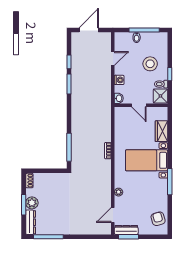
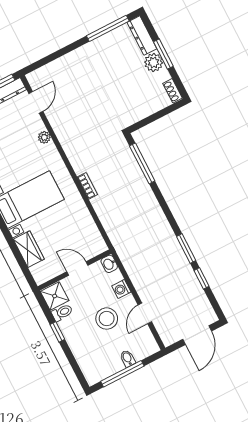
stool: (150, 64) -> (107, 319), moved

